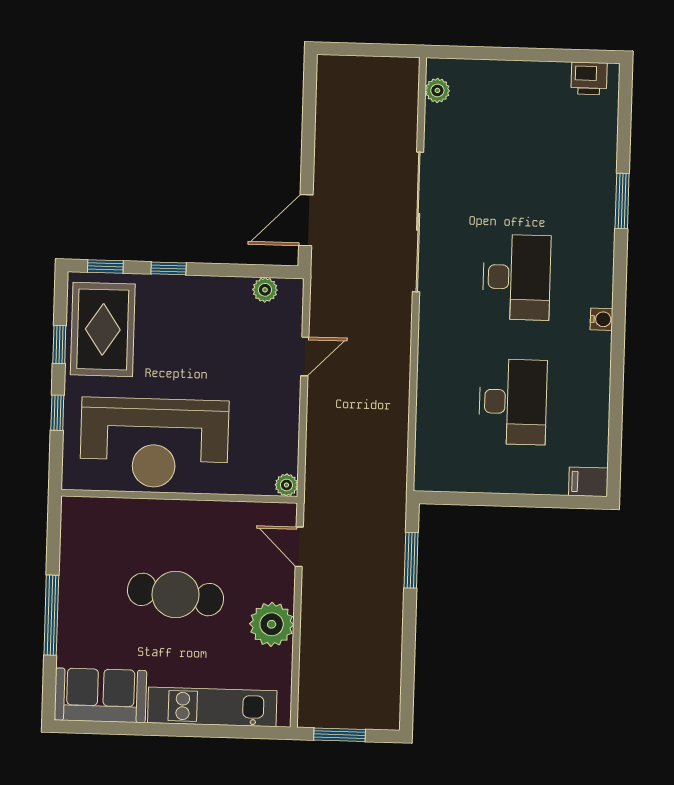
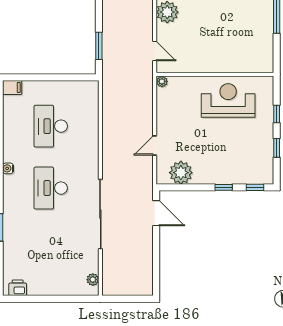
door: (306, 220) -> (156, 213), hinge flipped
plant: (265, 290) -> (181, 173), width x1.87, depth x1.87
rug: (103, 329) -> (255, 156), removed
reception desk: (154, 443) -> (228, 100), width x0.74, depth x0.77
cafe table: (175, 594) -> (215, 25), removed

